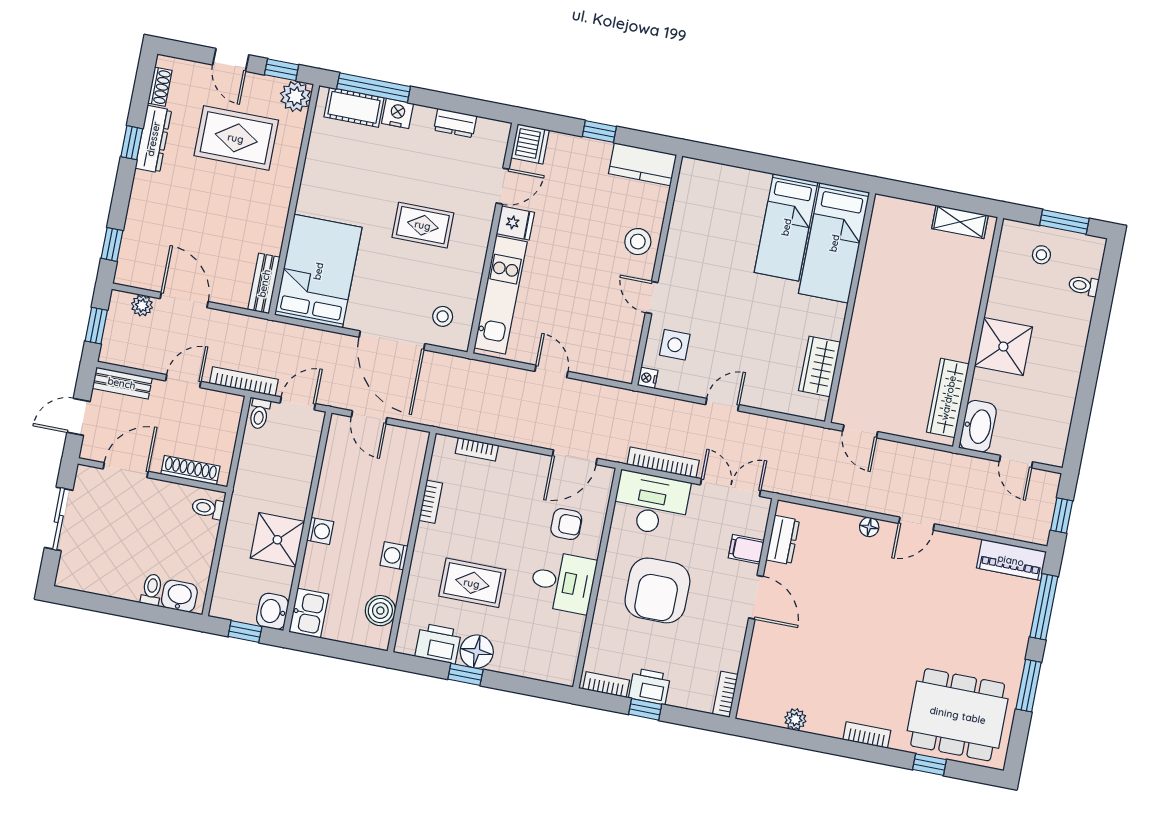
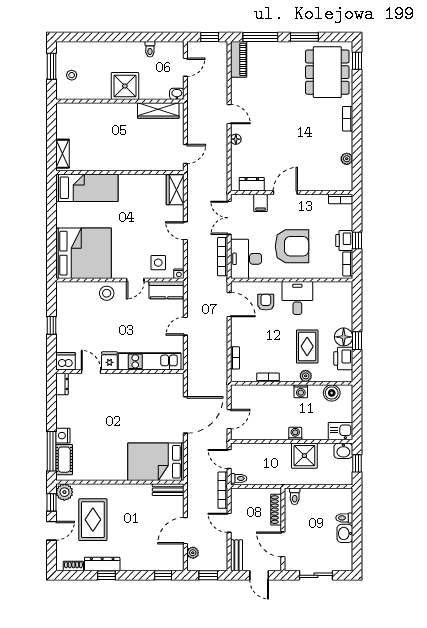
dresser: (455, 123) -> (62, 384), moved
kitchen counter: (642, 164) -> (167, 290), moved, turned 90
shelving: (960, 222) -> (63, 154), moved
rug: (423, 225) -> (120, 410), removed
bed: (786, 227) -> (84, 253), moved, width x2.04
toilet: (1084, 286) -> (150, 49), moved
stool: (443, 316) -> (167, 390), removed
wardrobe: (820, 366) -> (175, 190), moved, turned 90
washbasin: (978, 426) -> (177, 94), width x0.52, depth x0.69
plant: (420, 570) -> (306, 376), added
washbasin: (179, 596) -> (345, 533), moved
window: (929, 765) -> (357, 61), moved

